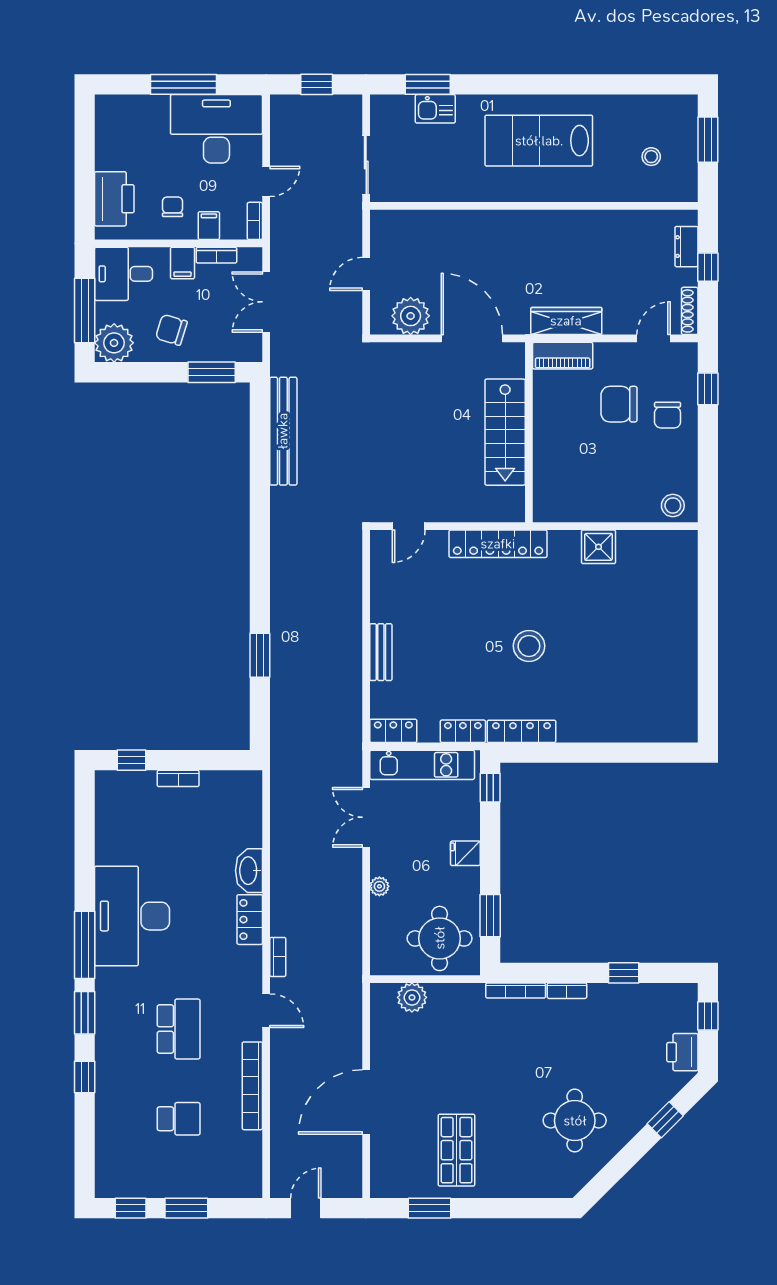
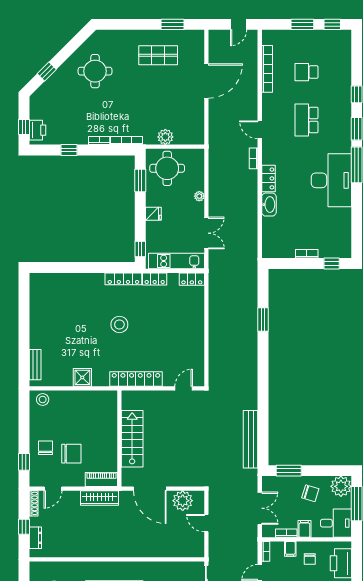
door: (366, 274) -> (206, 523), swing flipped
bench: (381, 652) -> (35, 365), moved
plant: (412, 997) -> (165, 137), moved
printer: (682, 1052) -> (38, 130), moved
bookcase: (252, 1086) -> (267, 69), moved
shop shelf: (456, 1150) -> (158, 55), turned 90

